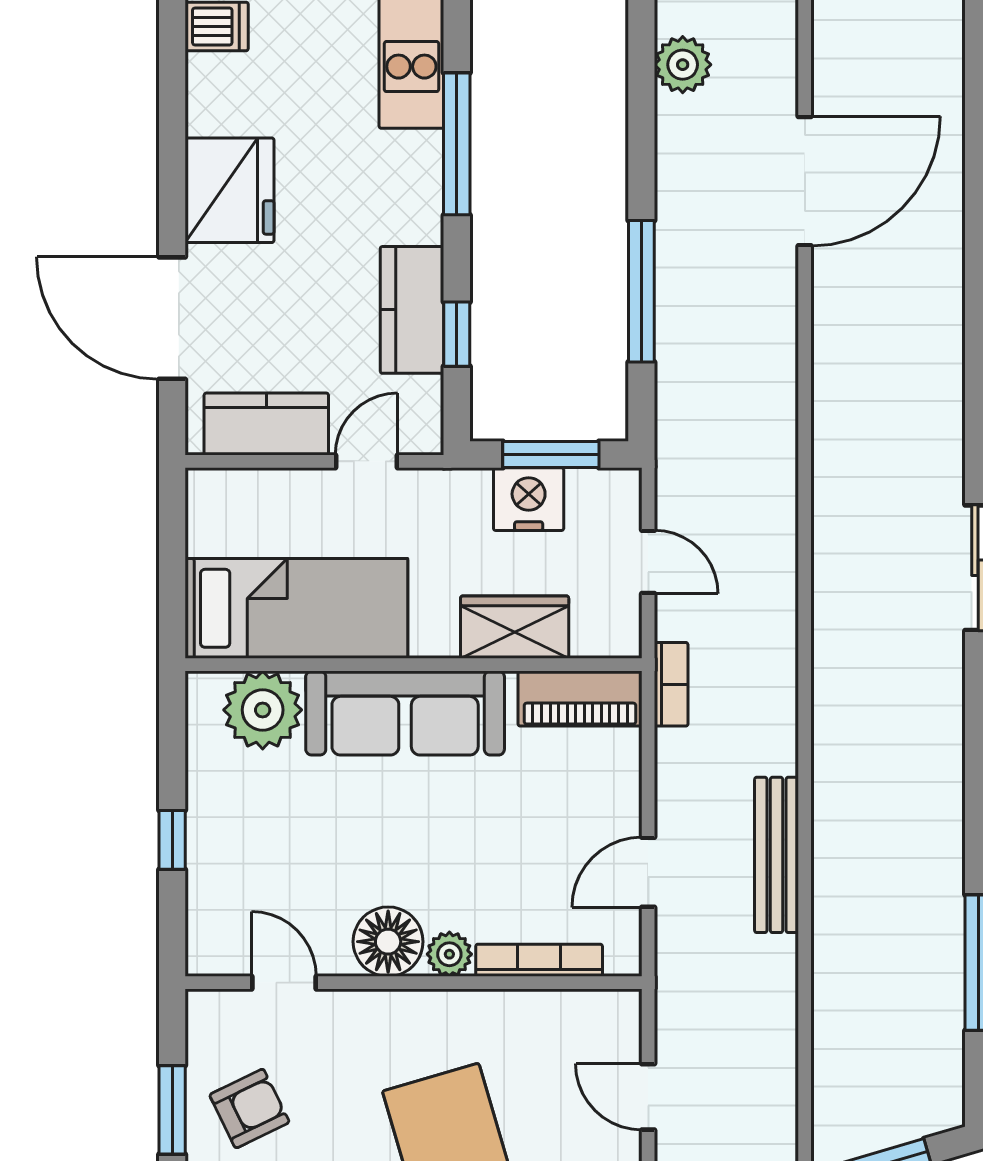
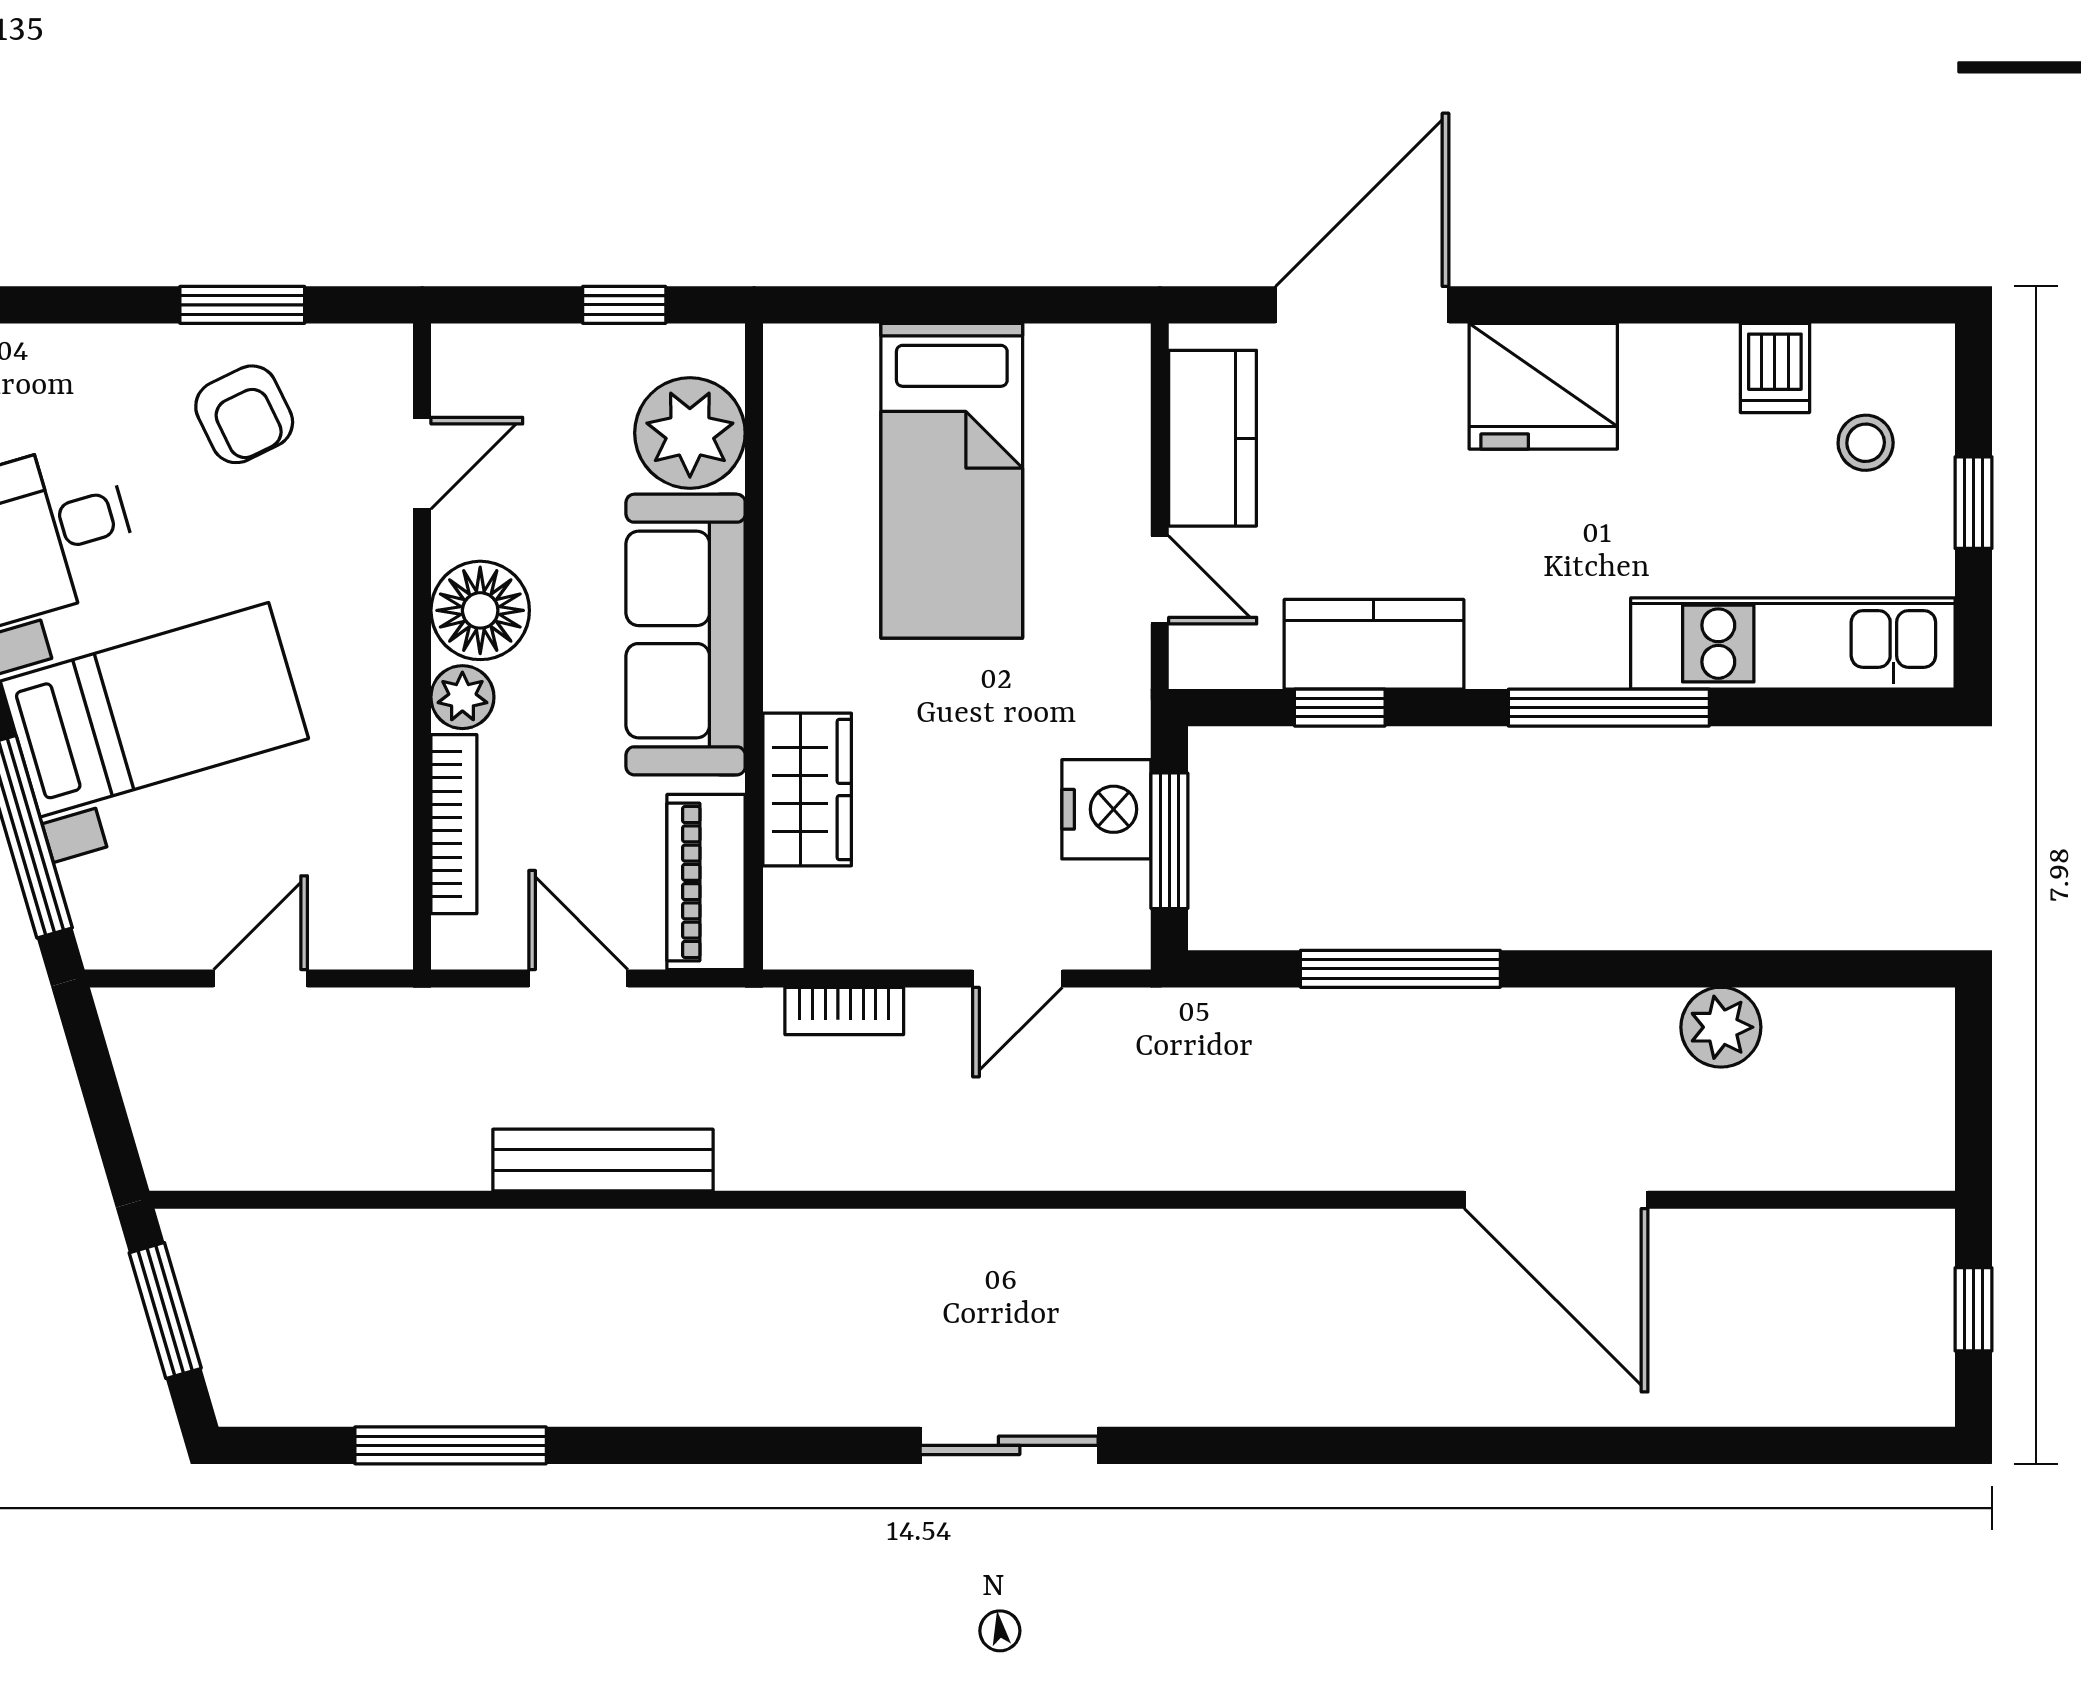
wardrobe: (515, 627) -> (807, 789), moved
wall: (413, 665) -> (754, 646), moved
piano: (580, 699) -> (706, 882), moved
plant: (263, 710) -> (690, 433), moved
sofa: (405, 713) -> (686, 635), moved

